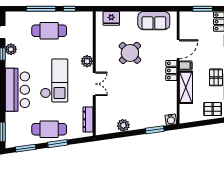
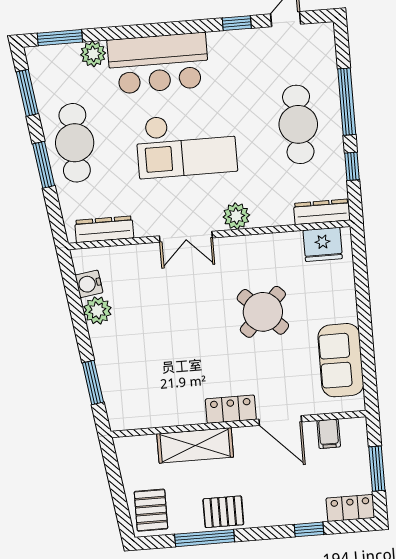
fridge: (111, 18) -> (323, 244), moved, turned -90
dresser: (88, 24) -> (322, 212), added
plant: (11, 49) -> (93, 54), moved
filing cabinet: (186, 66) -> (329, 434), moved
water cooler: (171, 120) -> (89, 284), moved

